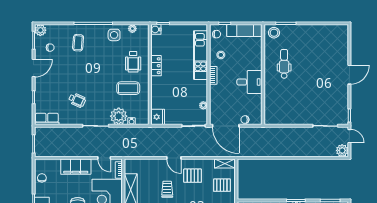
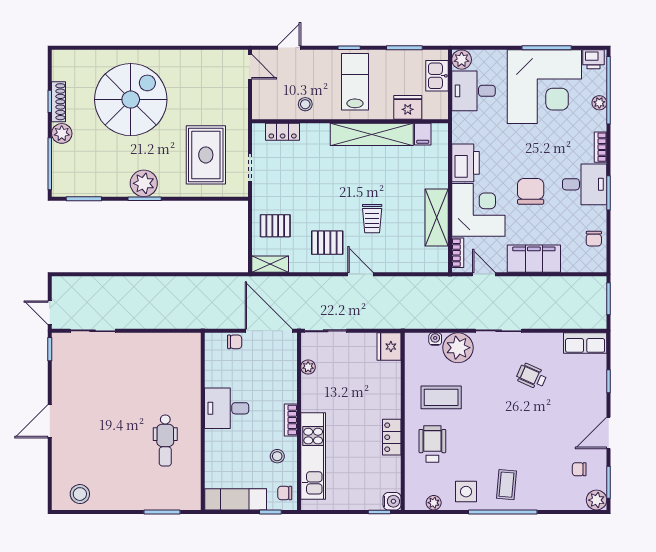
stool: (274, 33) -> (80, 494), moved
coffee table: (78, 43) -> (507, 485), moved
plant: (342, 150) -> (63, 287), removed

